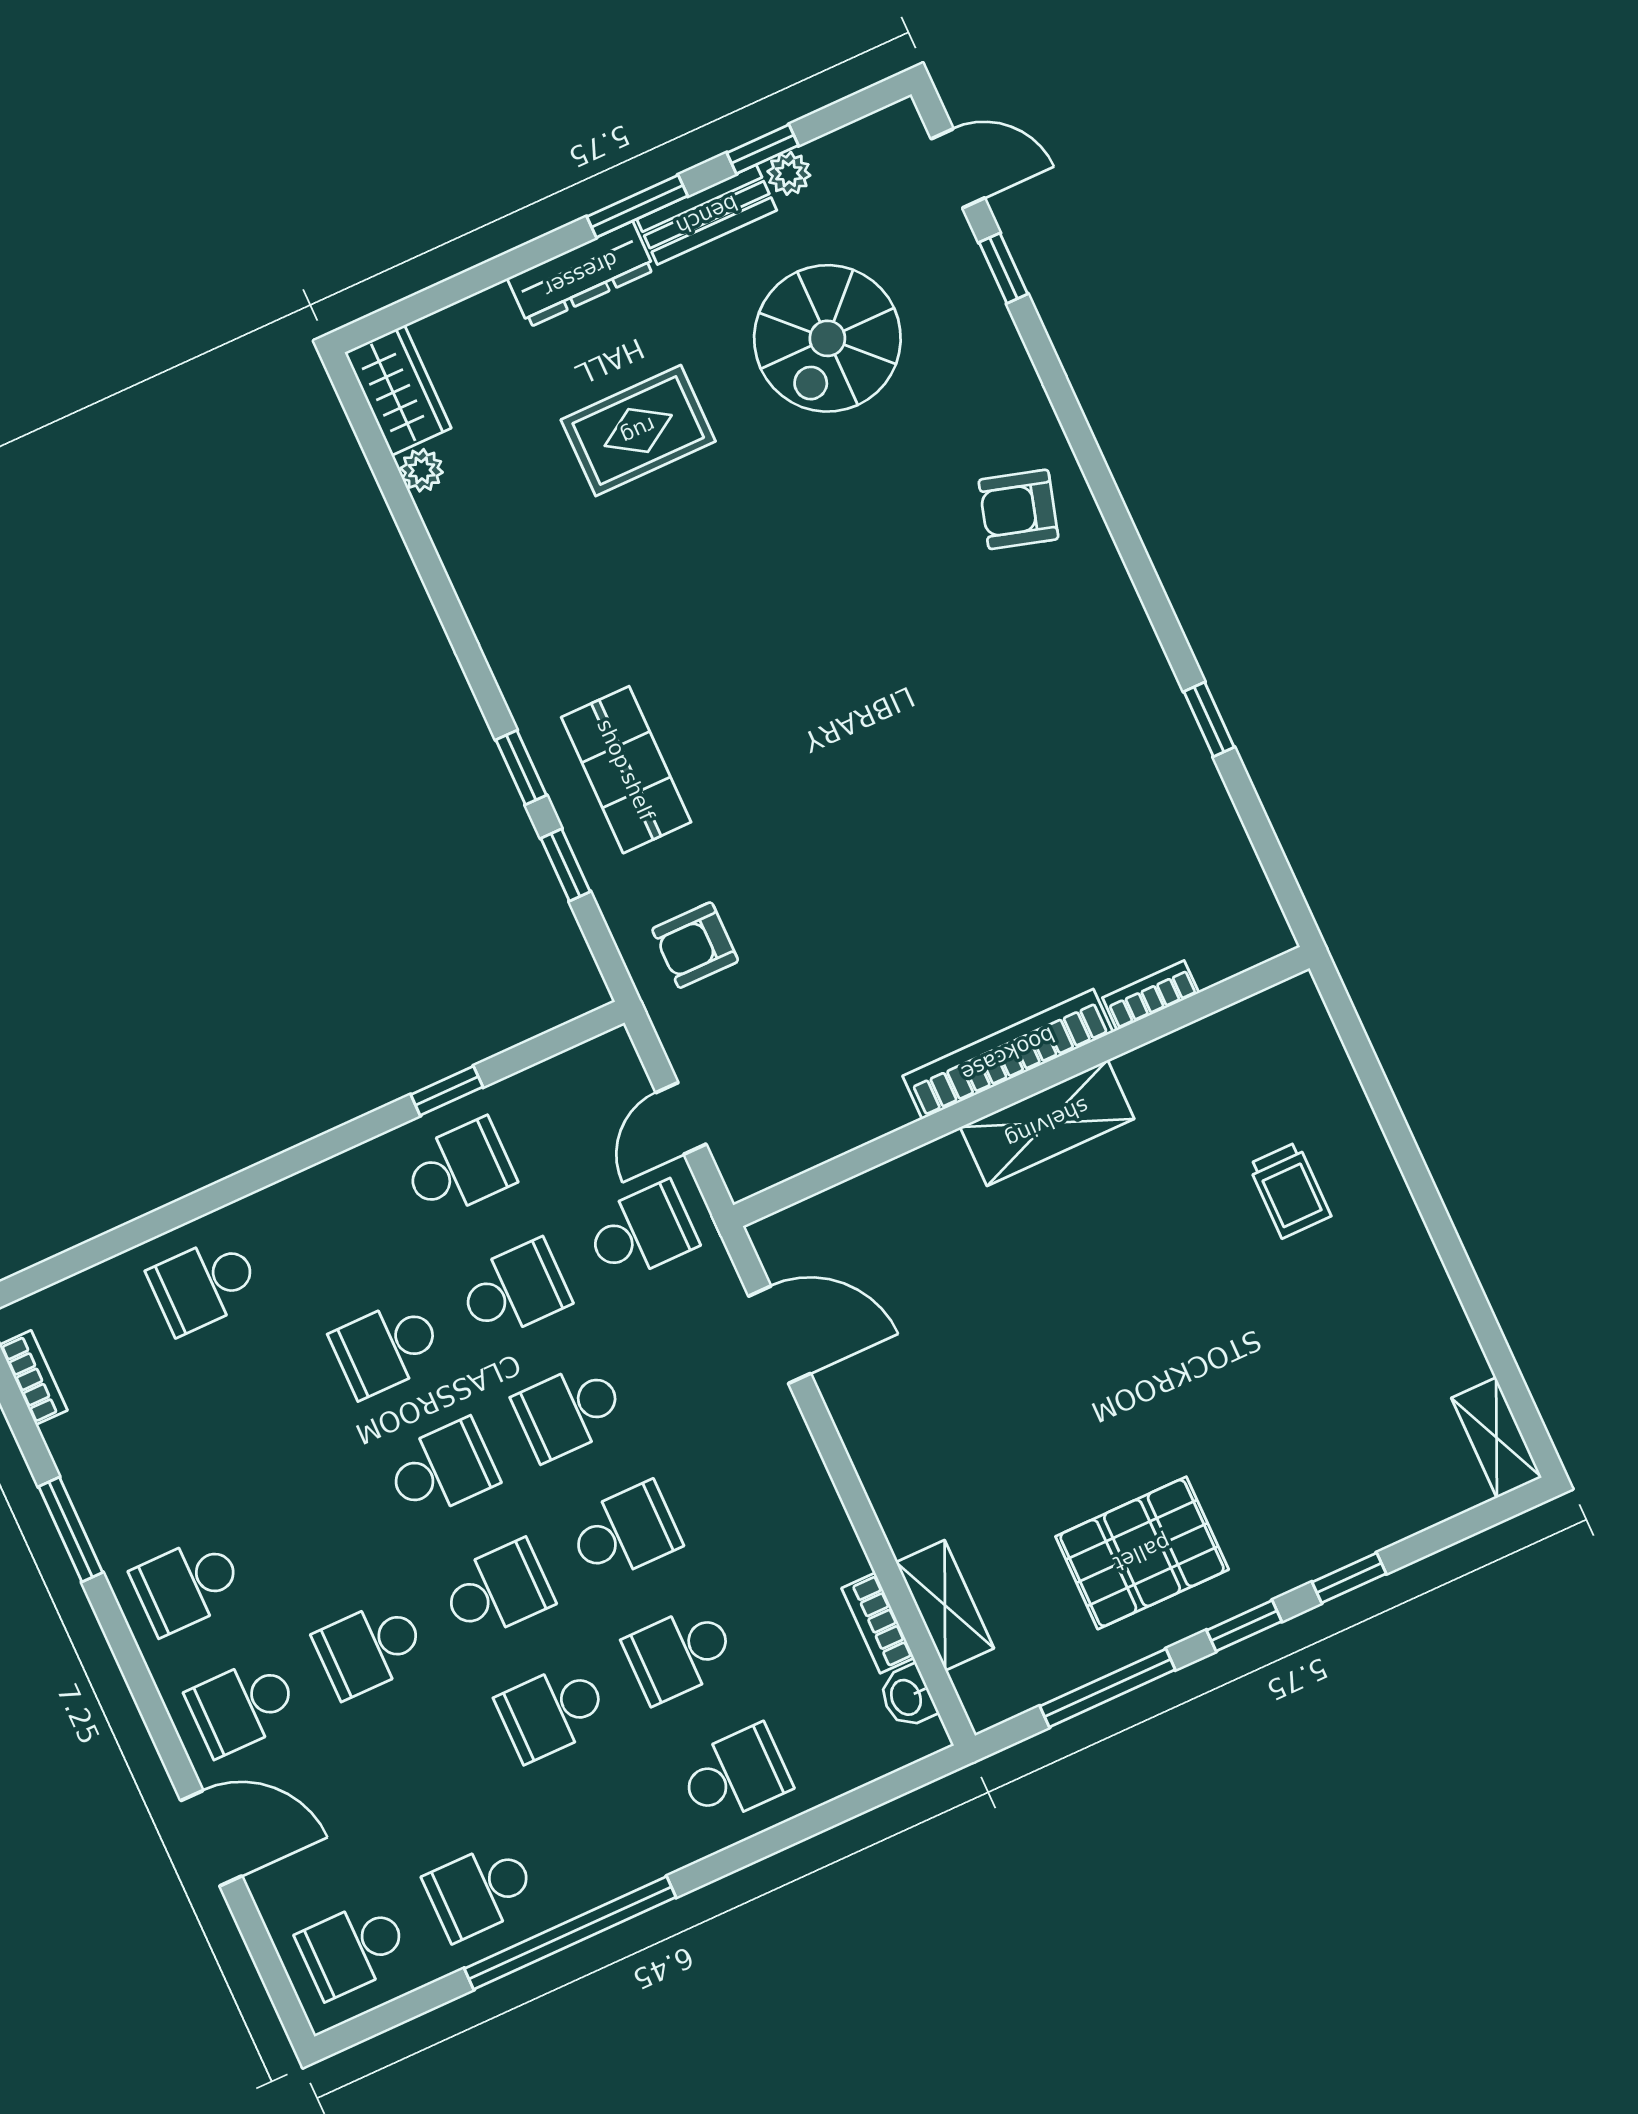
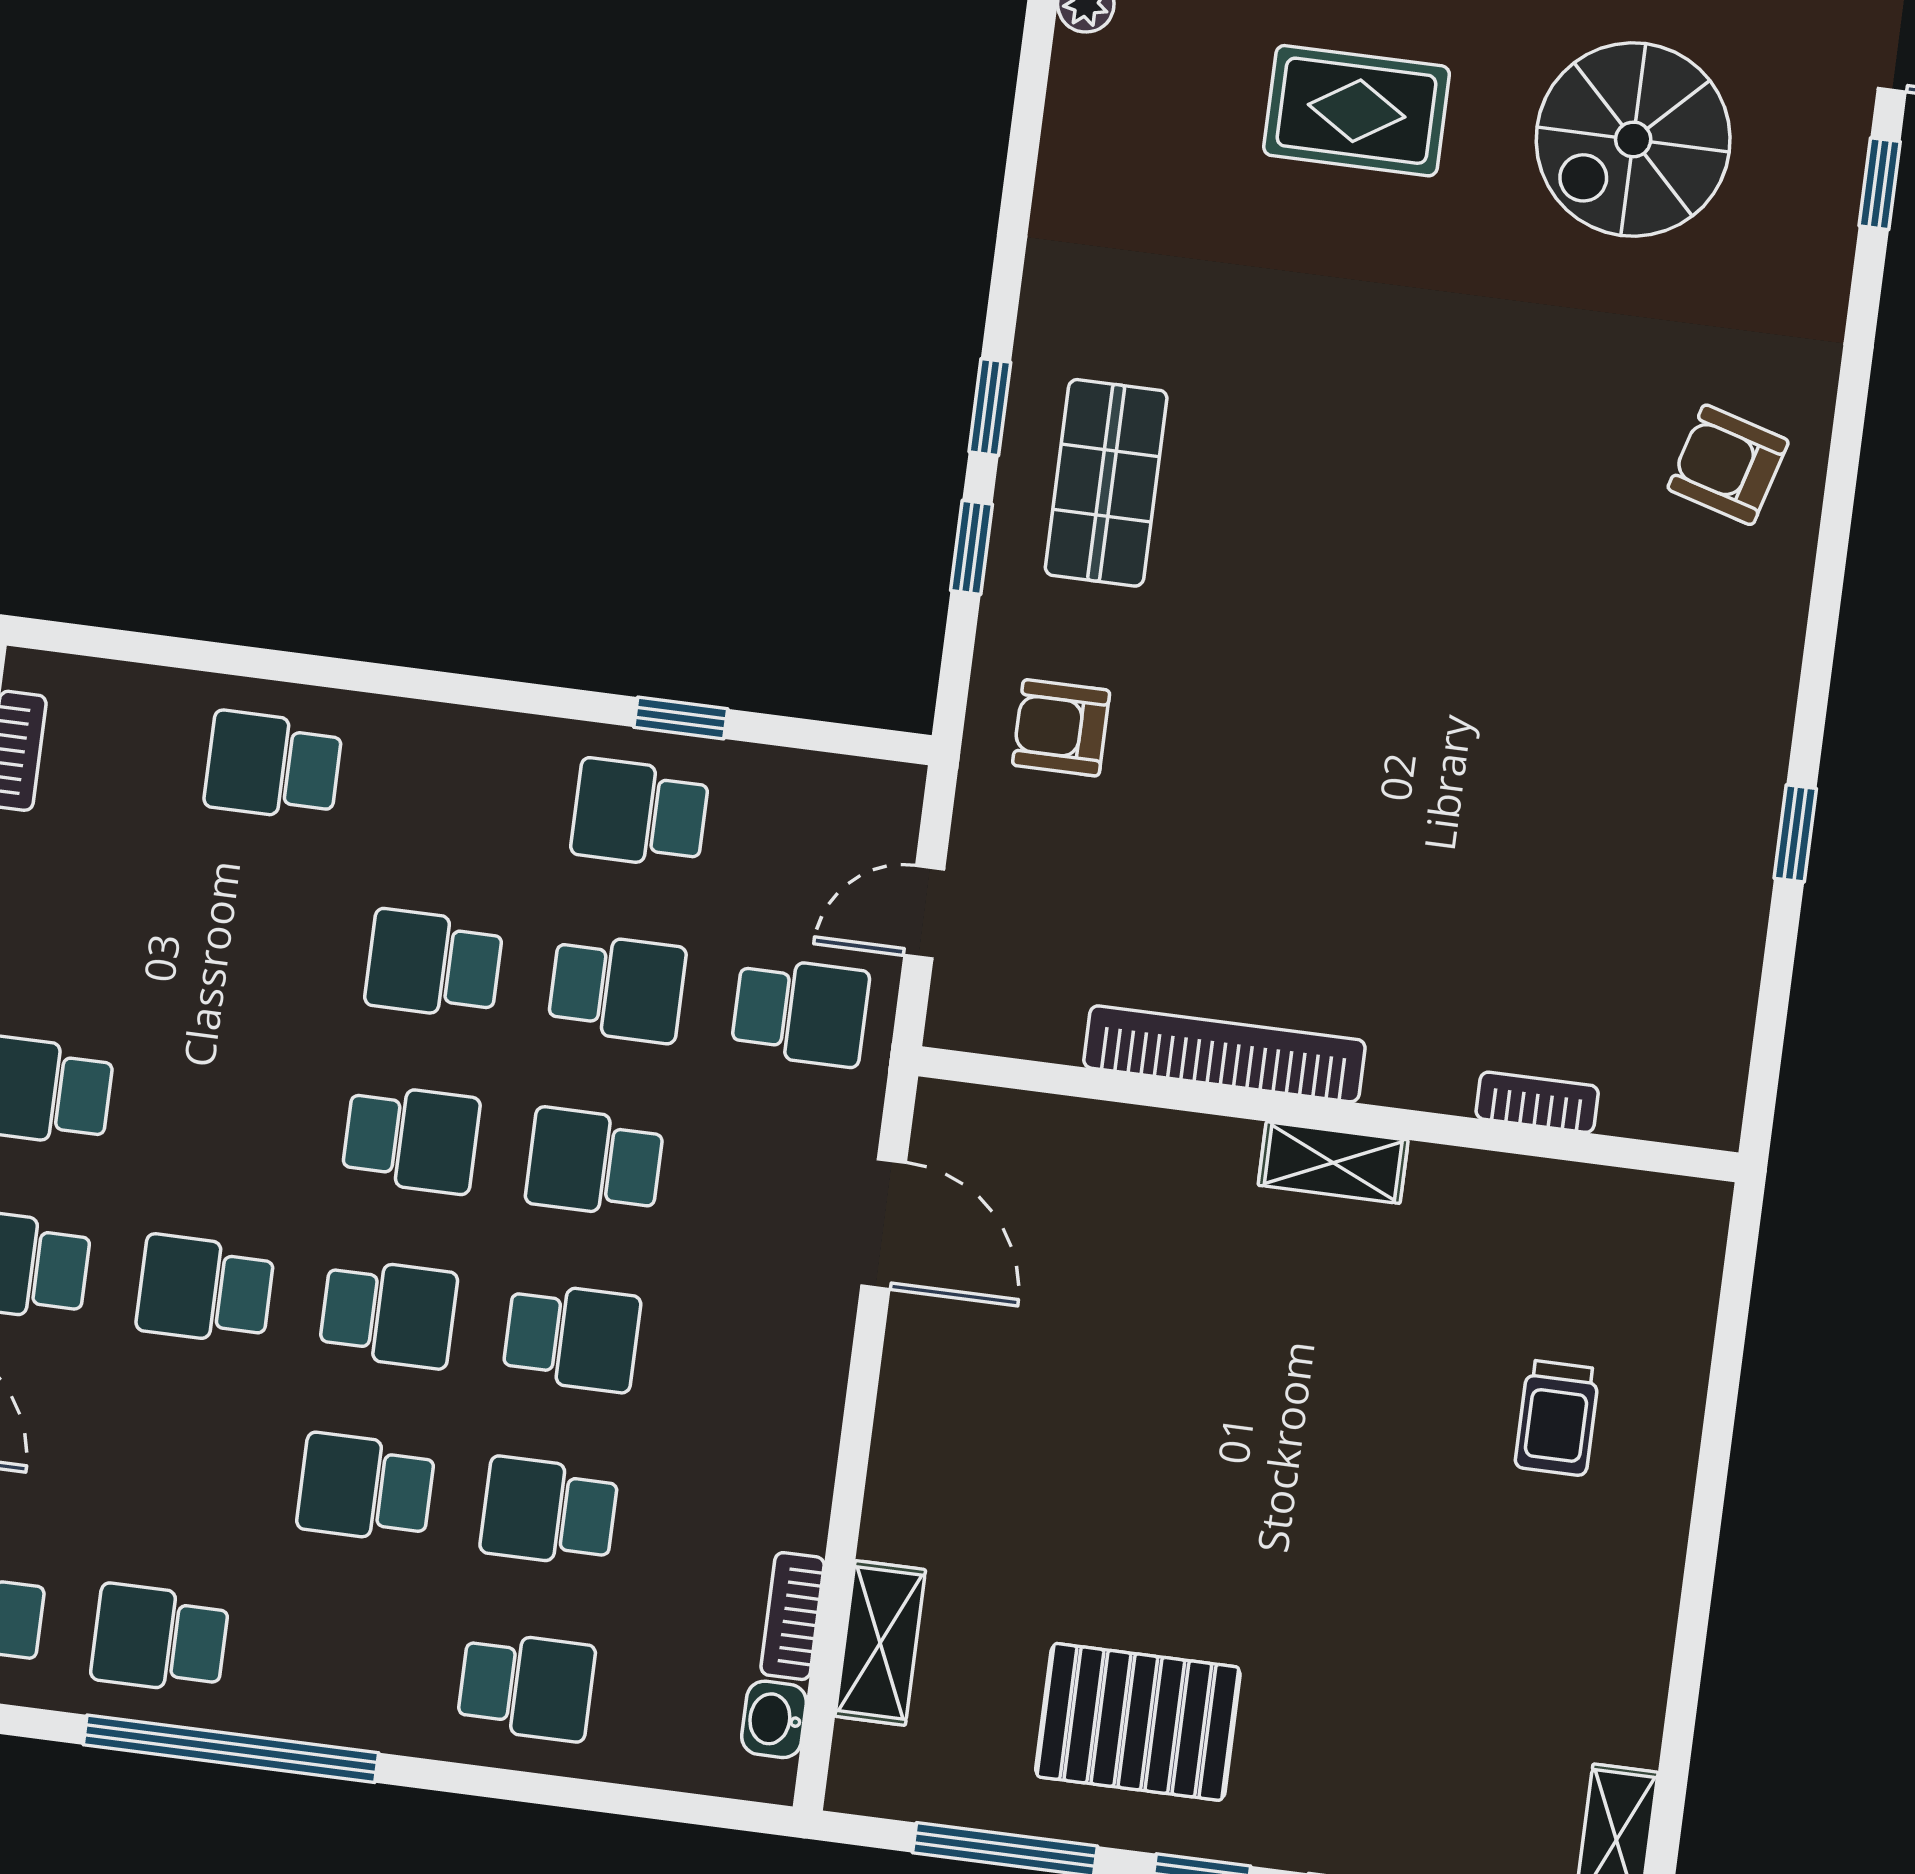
bookcase: (1008, 1054) -> (1224, 1054), moved
shelving: (1047, 1123) -> (1333, 1163), width x0.67, depth x0.75
school desk: (459, 1169) -> (640, 813), turned 180

